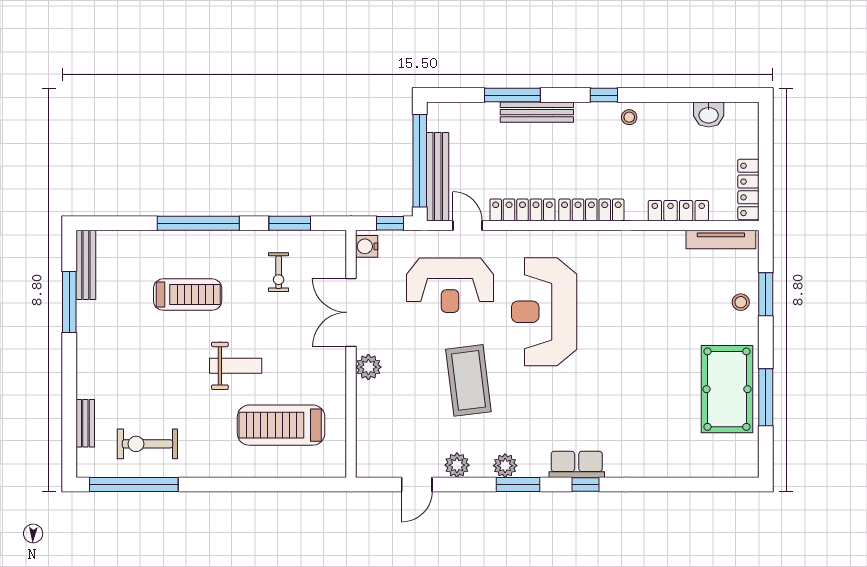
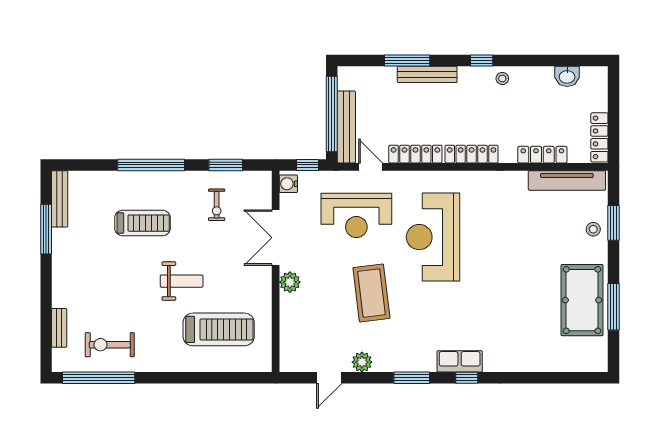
tv unit: (721, 240) -> (567, 180), width x1.36, depth x1.29
treadmill: (281, 425) -> (219, 329), turned 180
plant: (505, 466) -> (401, 362), removed

